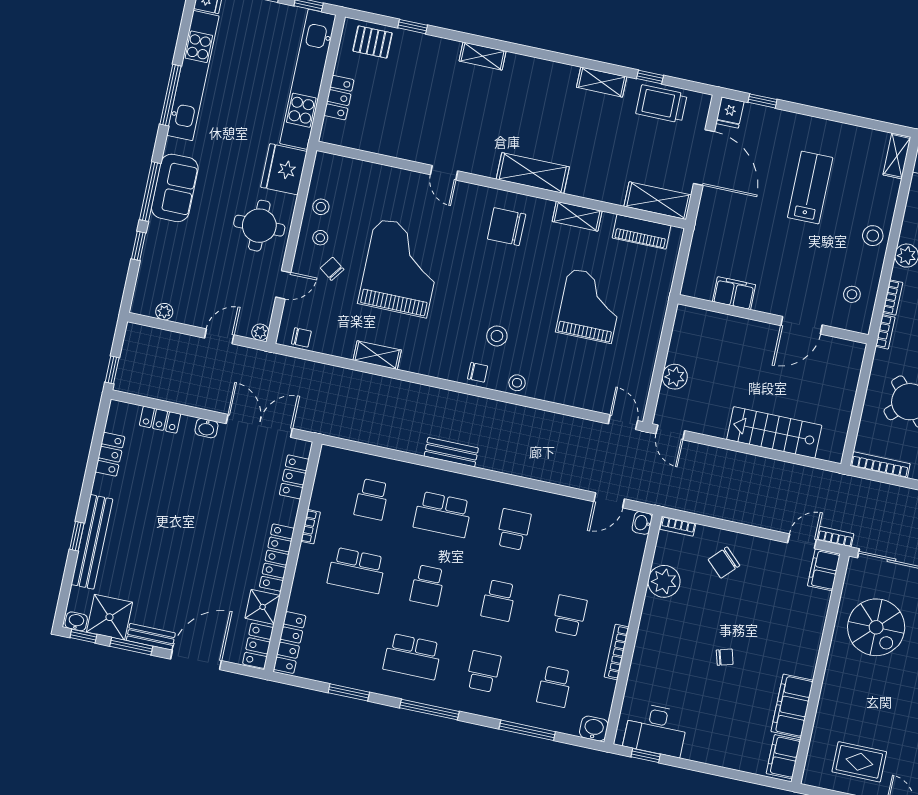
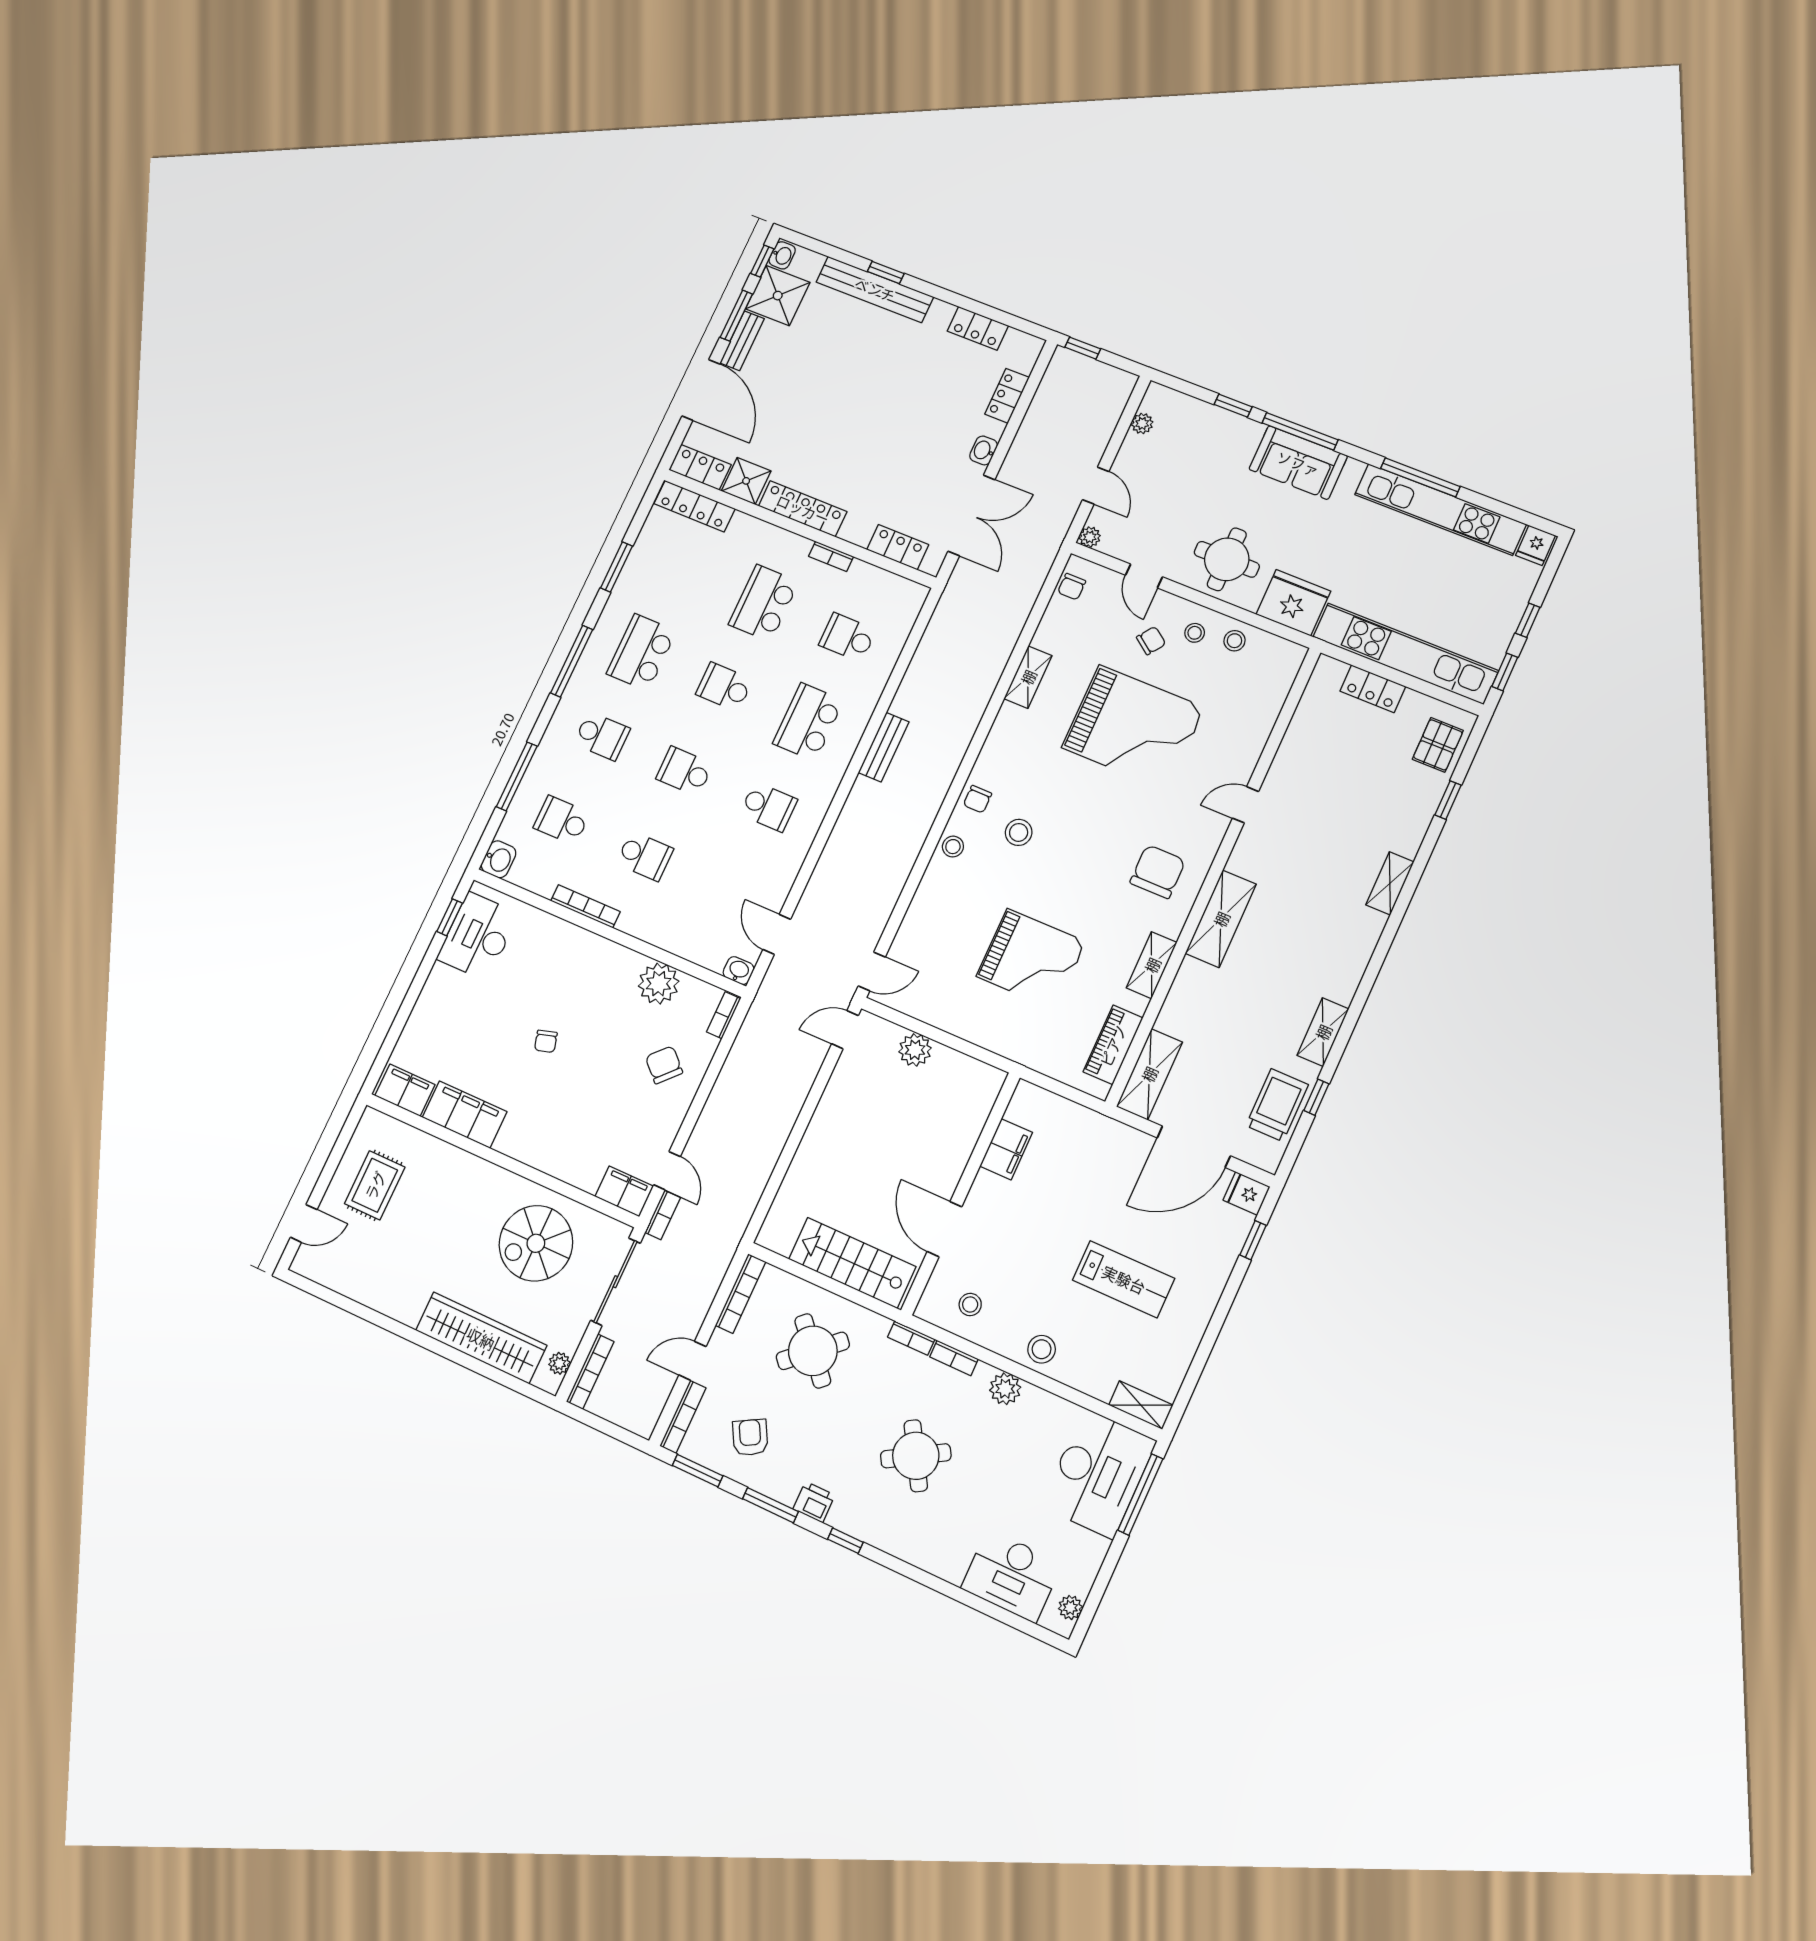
stairs: (774, 432) -> (852, 1263), moved, turned -90

